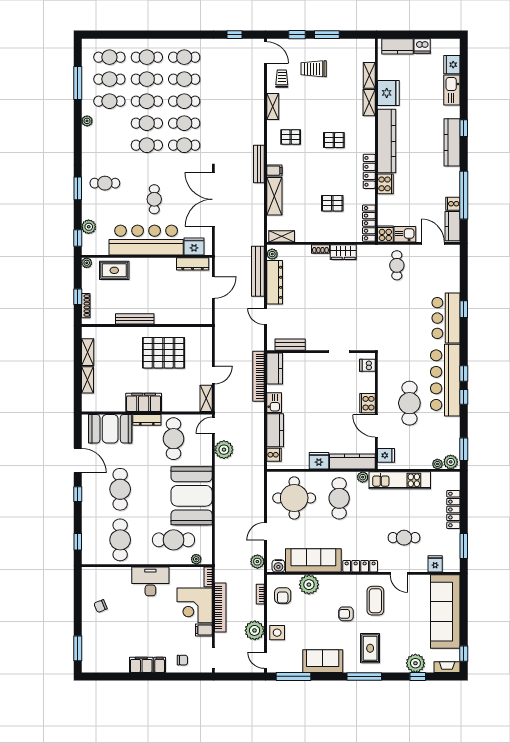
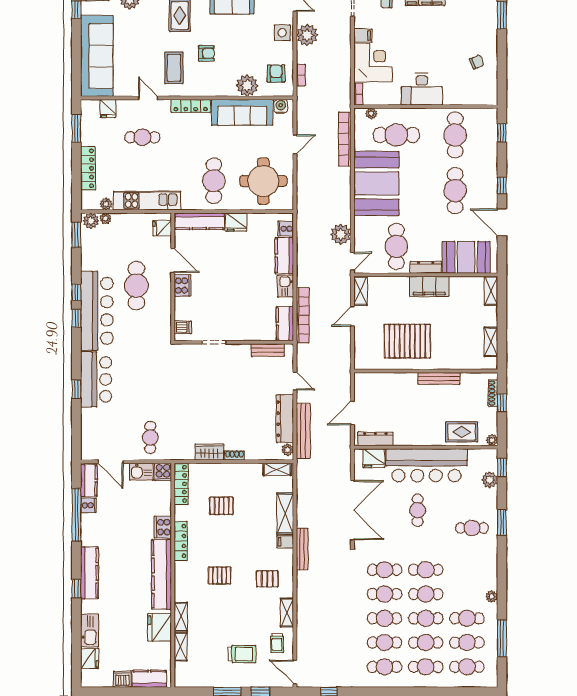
shelving: (88, 380) -> (491, 291), moved
plant: (363, 477) -> (106, 204), moved
plant: (257, 562) -> (304, 111), removed
bookcase: (220, 607) -> (345, 139), moved

